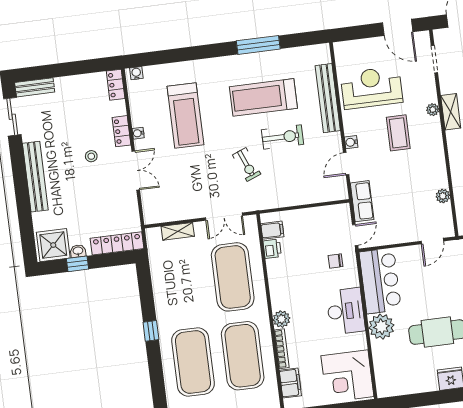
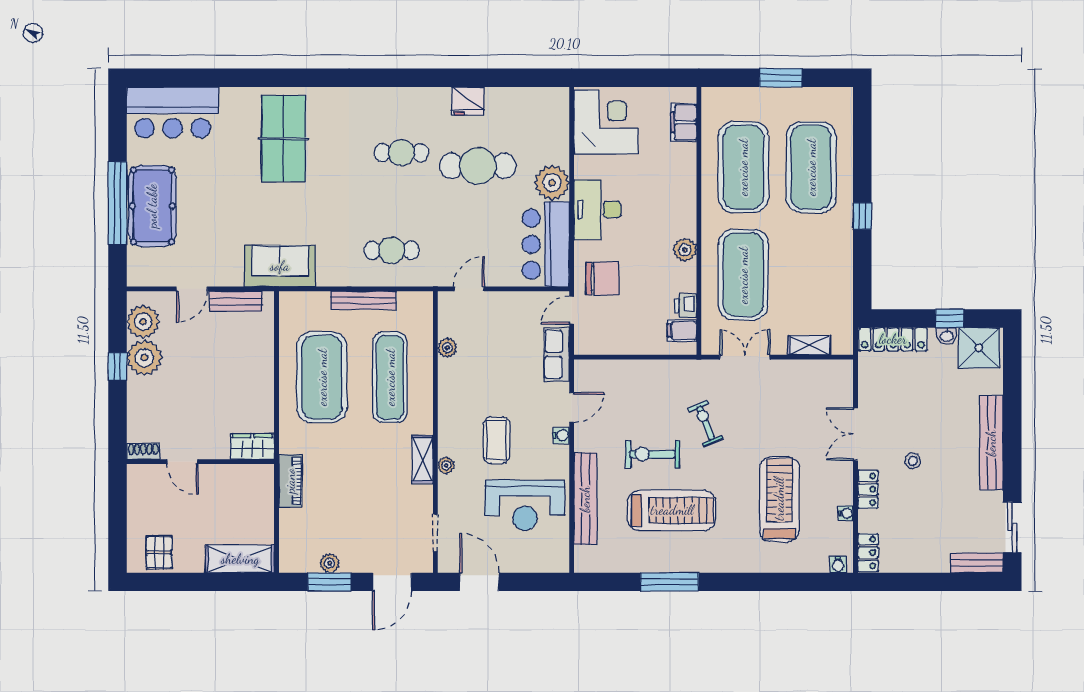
water cooler: (138, 133) -> (846, 513), moved
chair: (335, 261) -> (603, 279), width x1.87, depth x1.87
plant: (281, 319) -> (685, 250), moved
bookcase: (282, 349) -> (690, 170), removed

